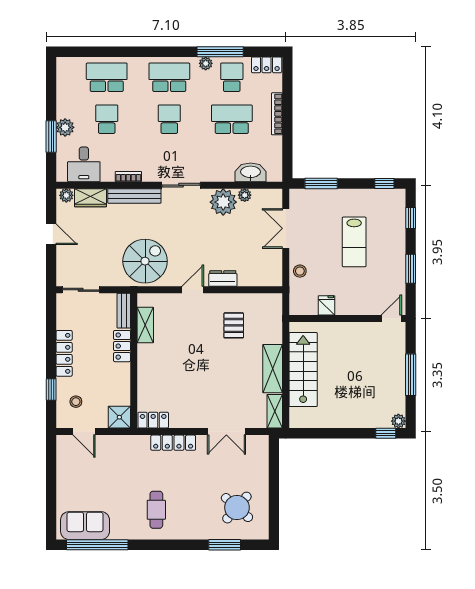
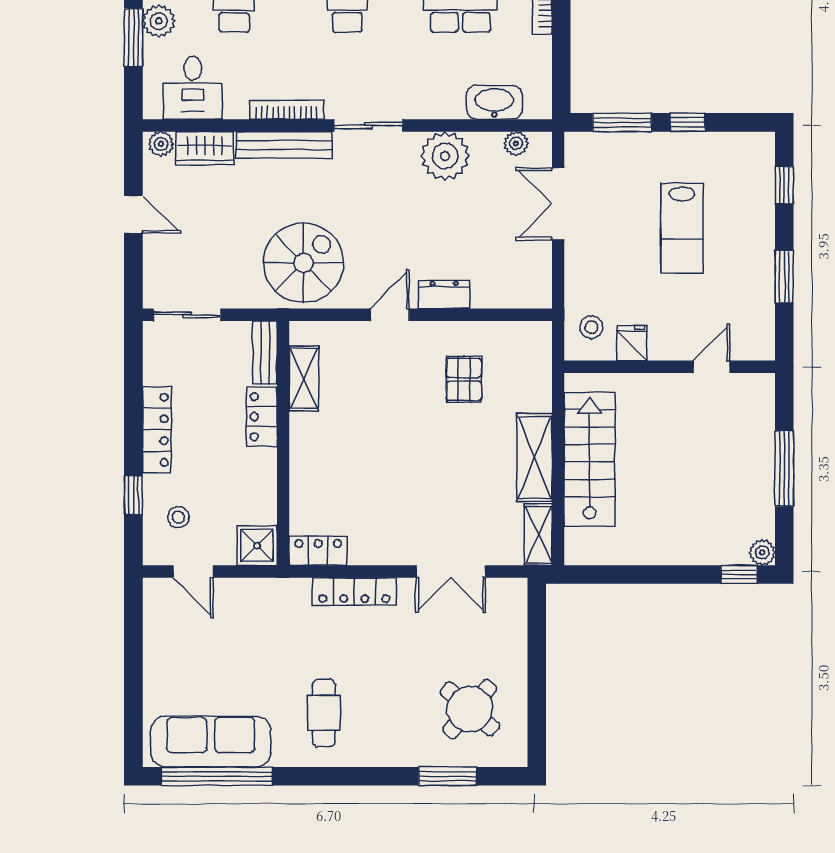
bookcase: (128, 177) -> (287, 110), width x1.56
window: (384, 183) -> (688, 122), moved
plant: (245, 195) -> (516, 143), moved
stool: (300, 271) -> (591, 327), moved
door: (391, 319) -> (711, 367), moved
sofa: (85, 526) -> (211, 742), width x1.36

